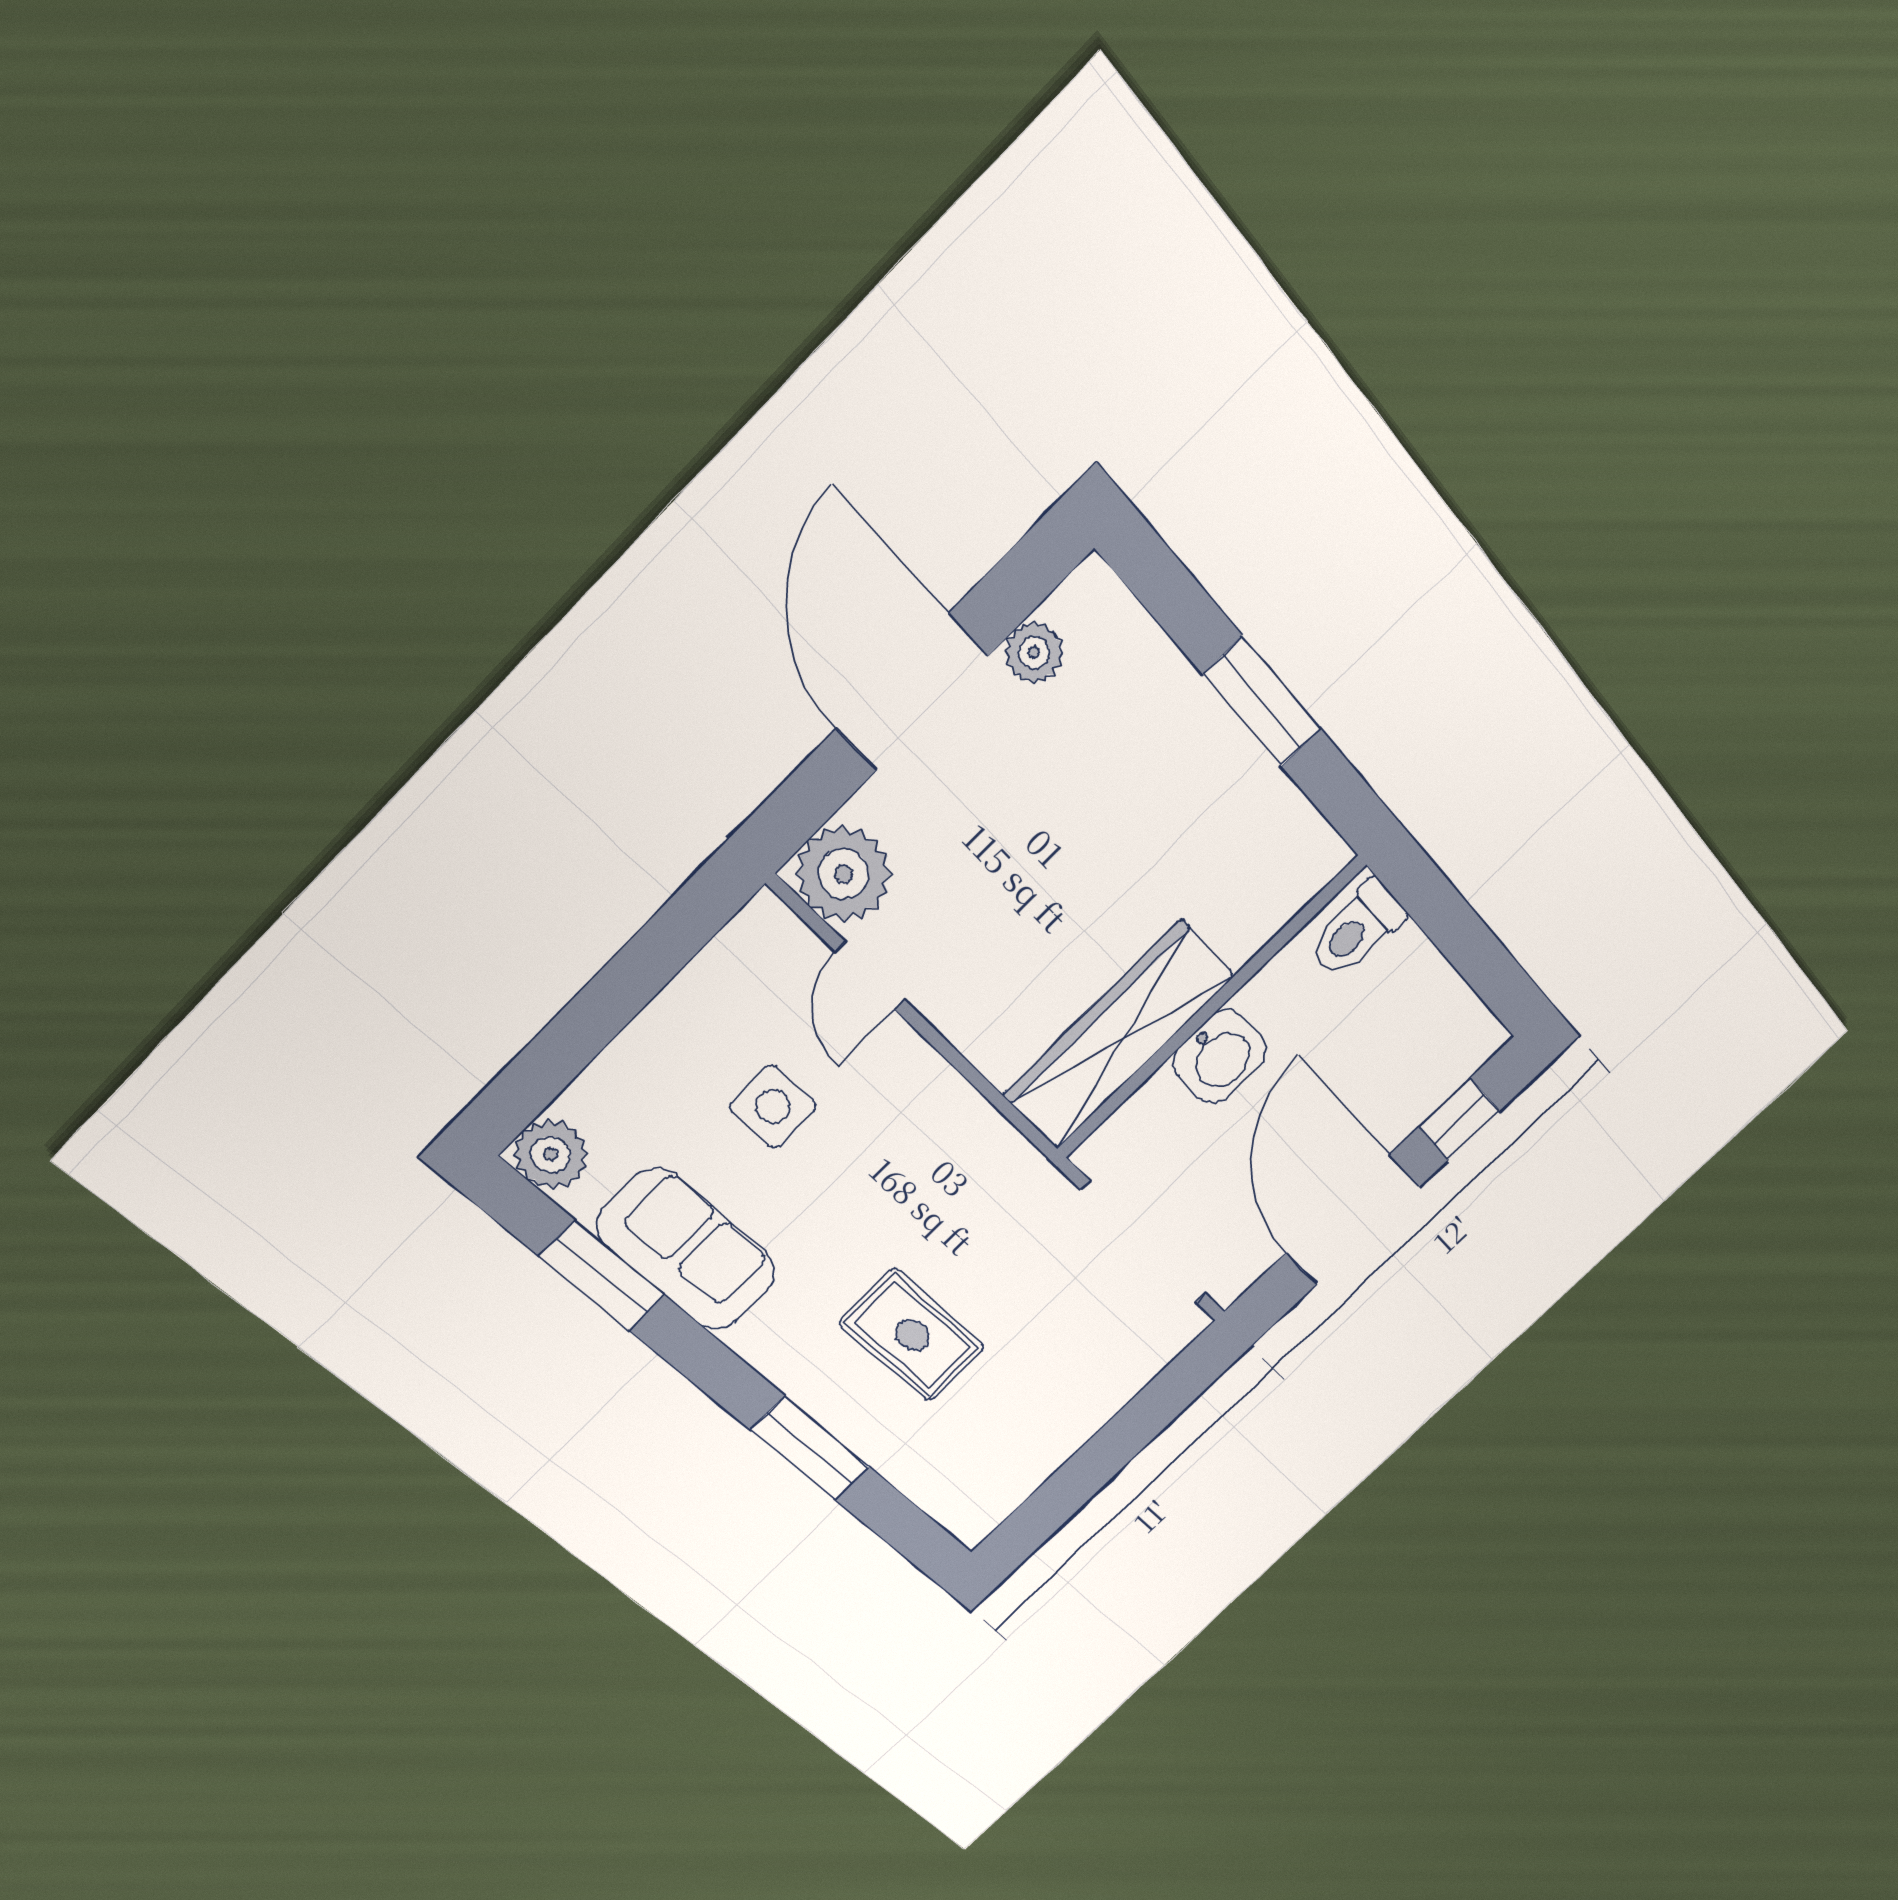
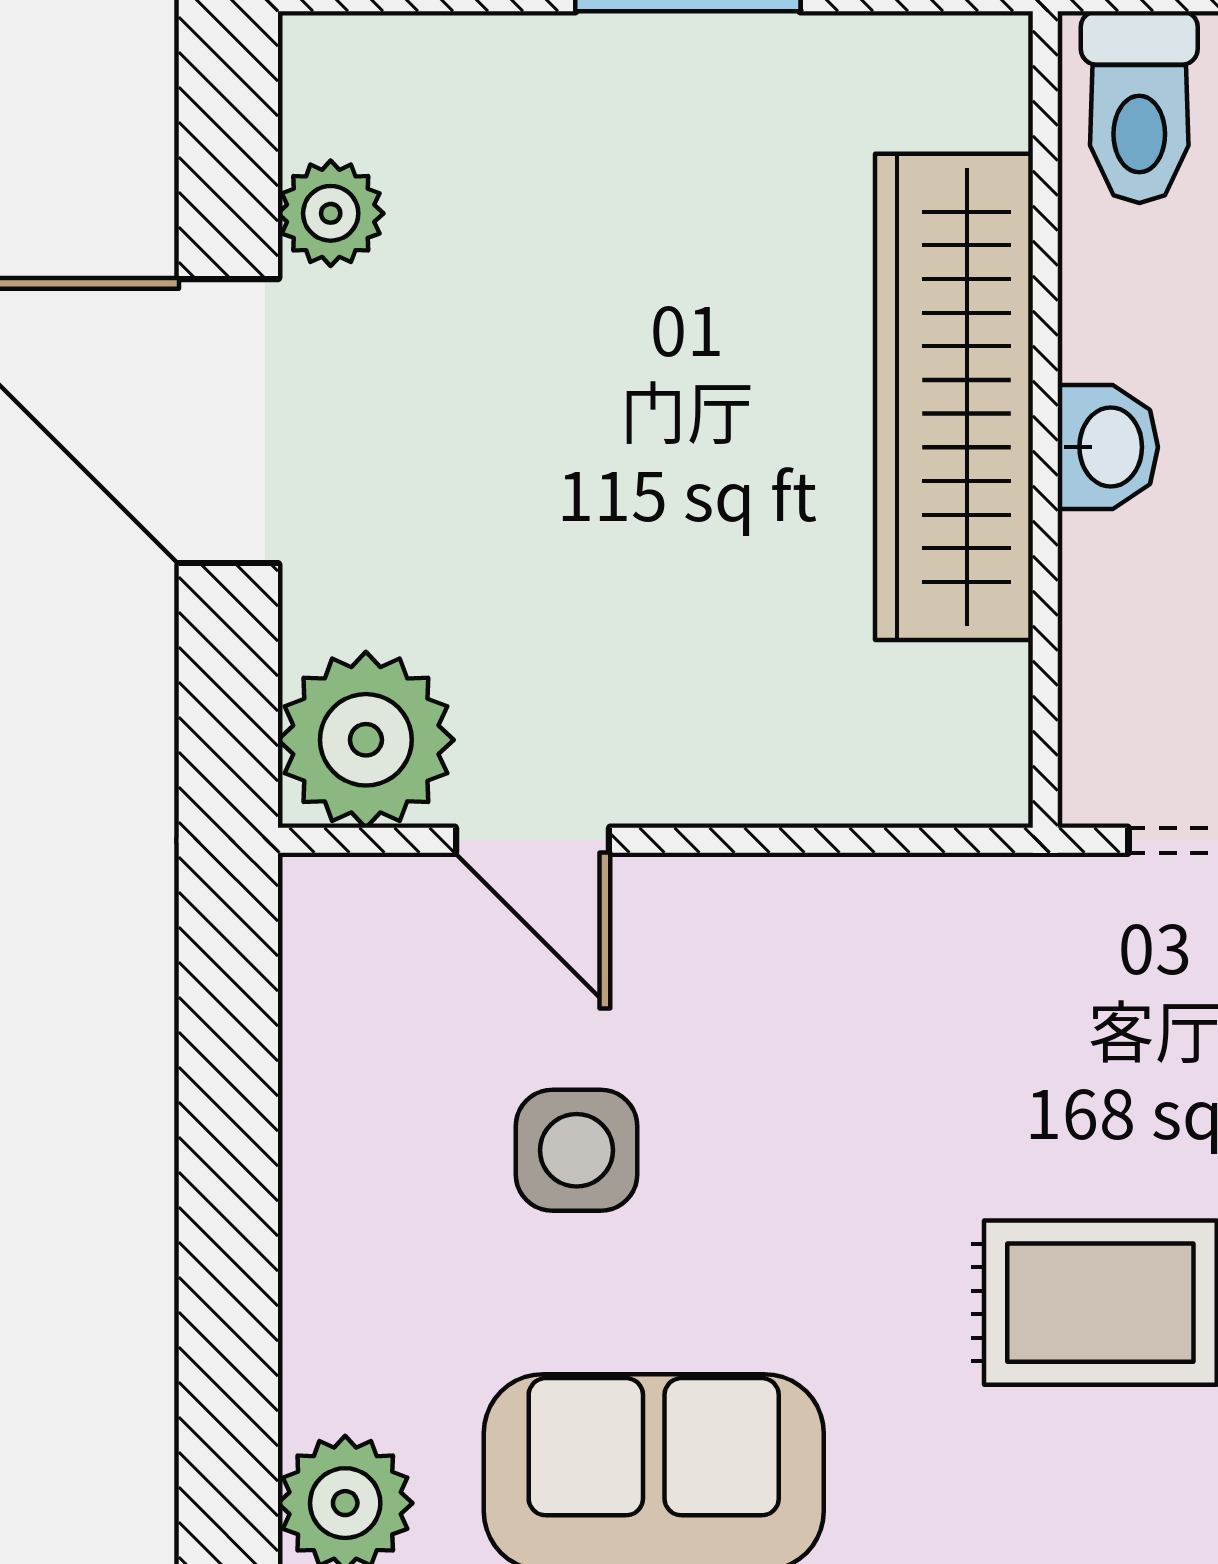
wardrobe: (1119, 1035) -> (954, 397), moved
washbasin: (1220, 1056) -> (1108, 447), width x0.72, depth x0.69

